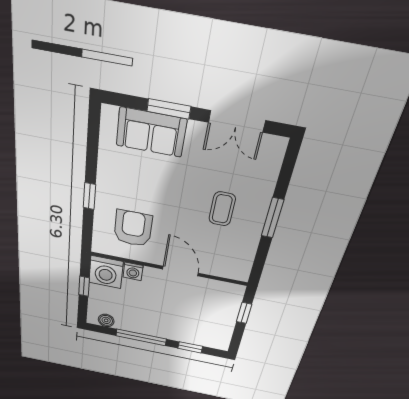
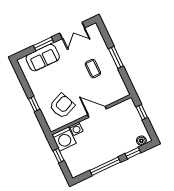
armchair: (133, 228) -> (62, 106), turned 67
boiler: (106, 320) -> (141, 141), moved

